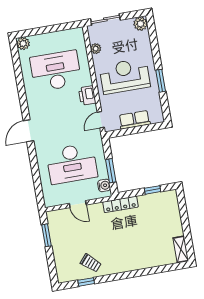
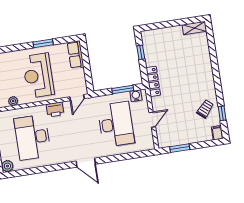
door: (101, 120) -> (77, 98), hinge flipped
row of seats: (134, 120) -> (76, 55), moved
filing cabinet: (64, 277) -> (217, 133), added

